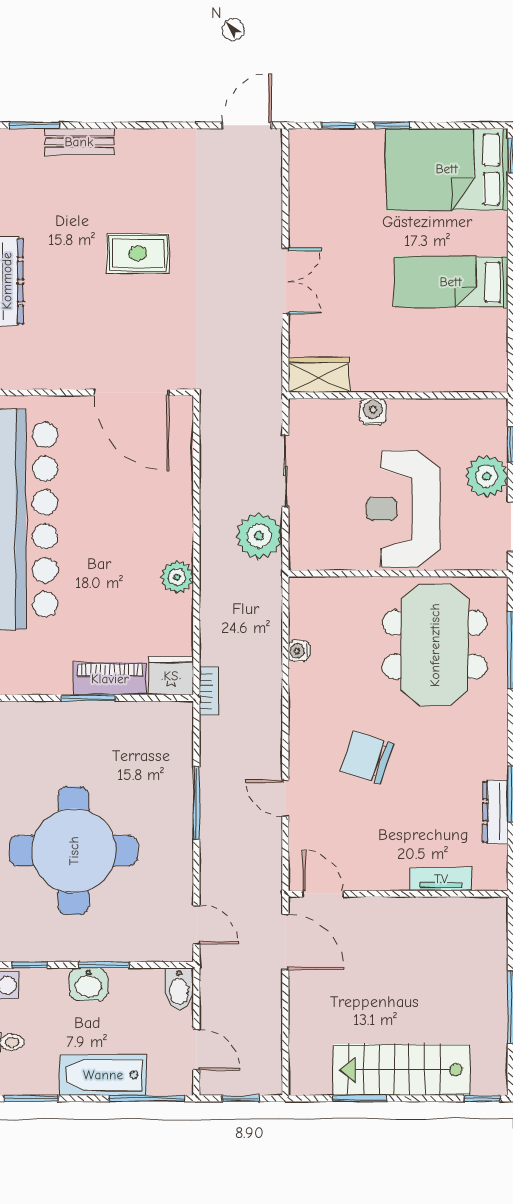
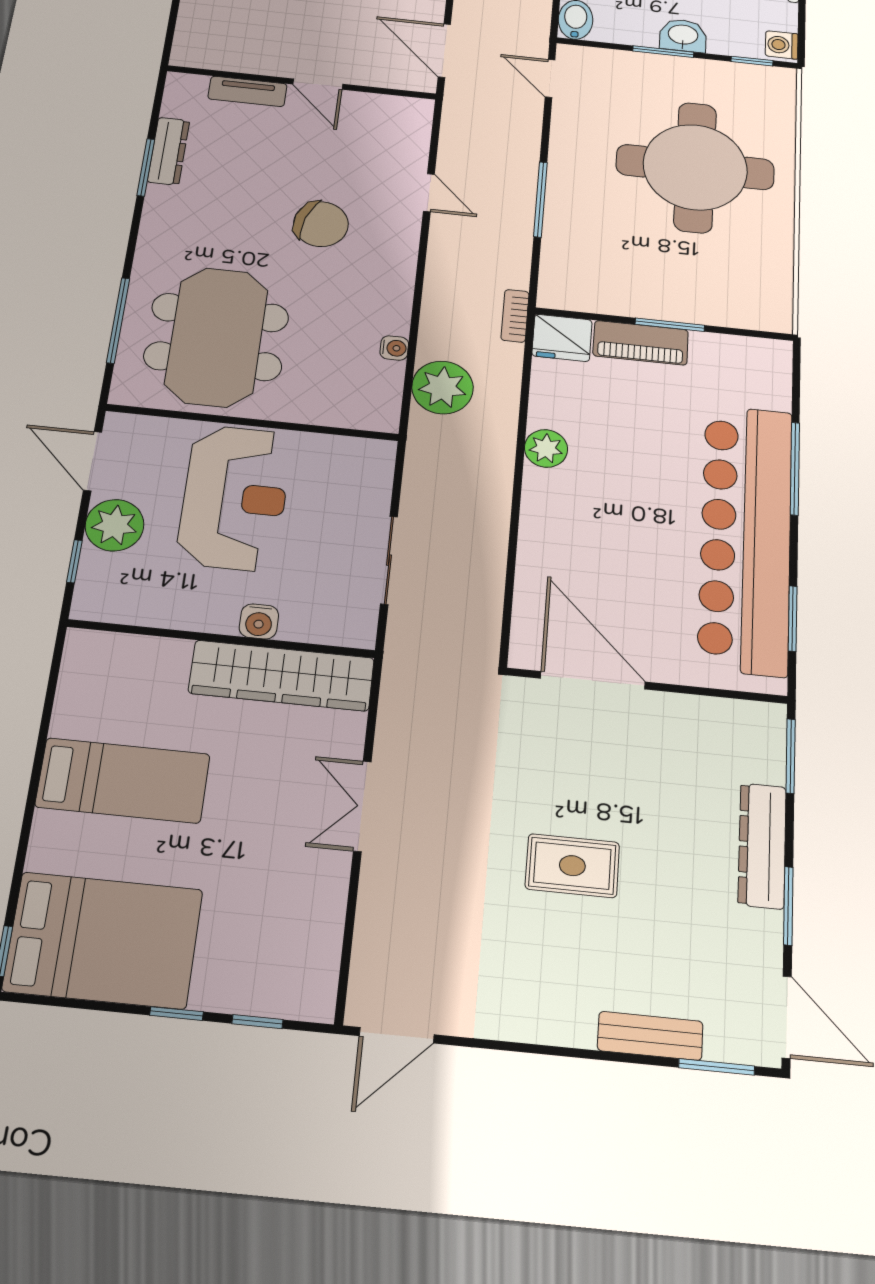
wardrobe: (319, 375) -> (282, 676), width x2.10, depth x1.17
plant: (259, 536) -> (443, 387), moved
door: (323, 894) -> (318, 84), moved

